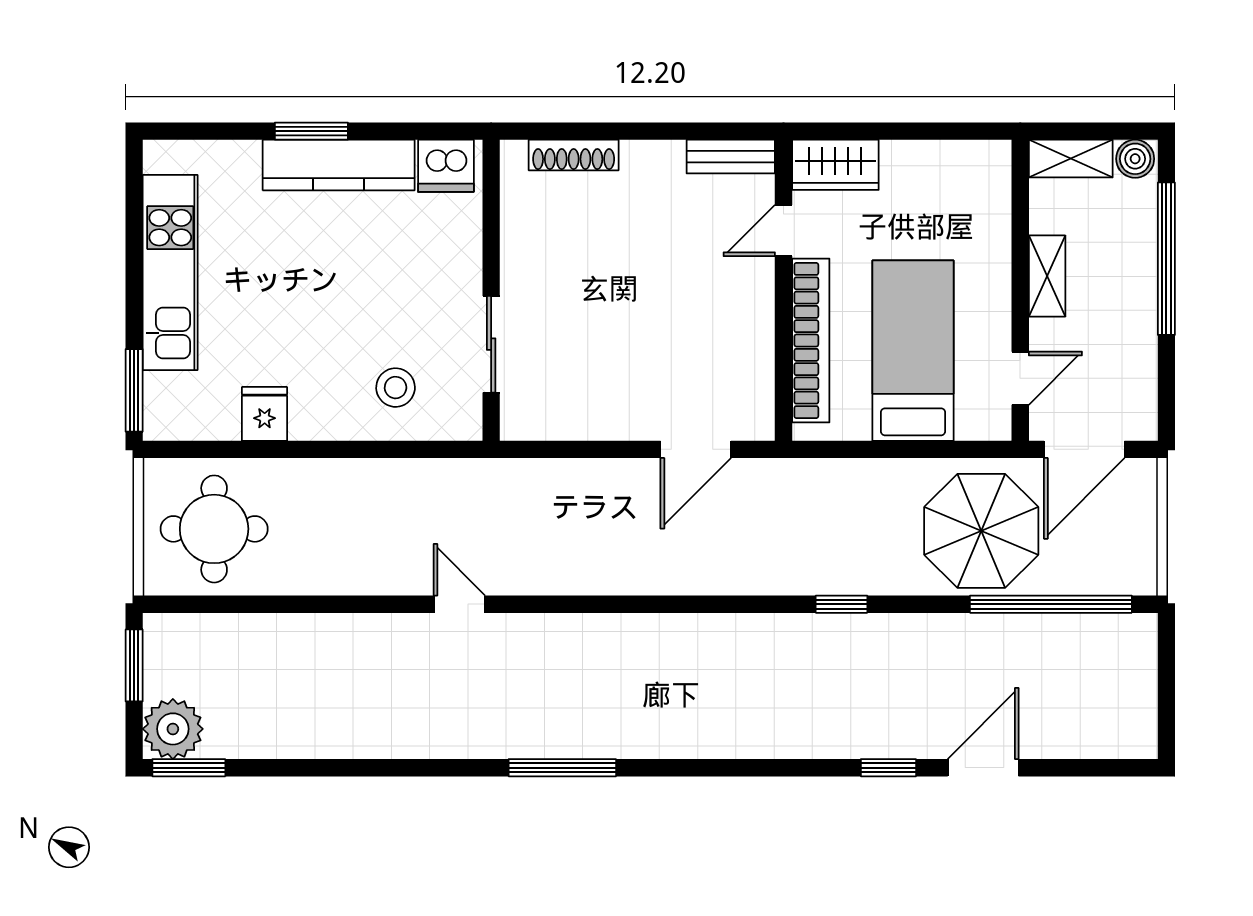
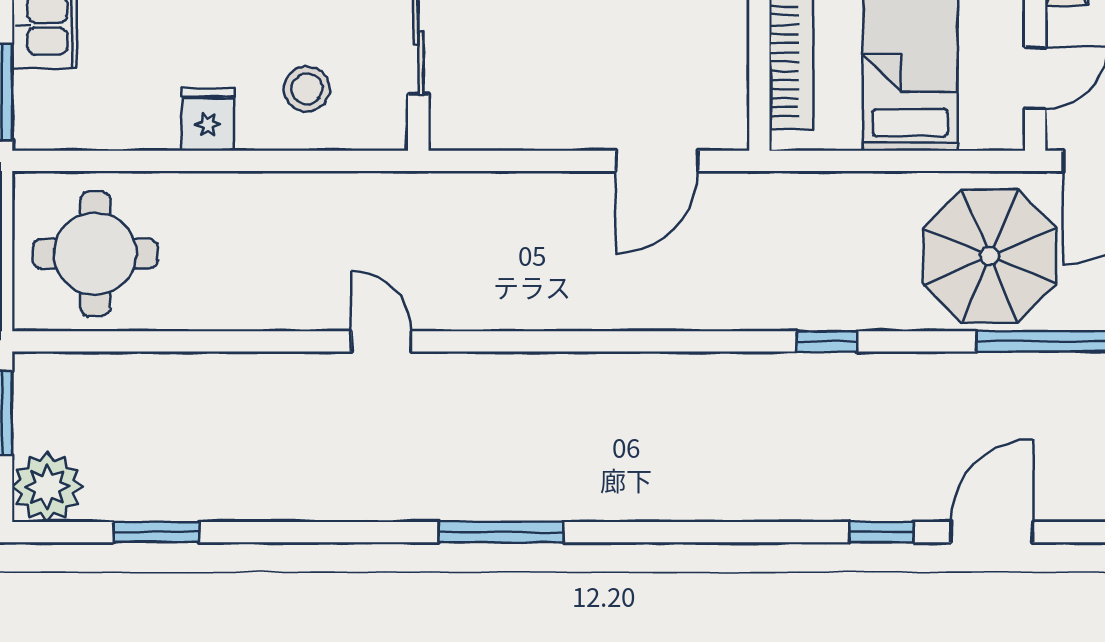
fridge: (265, 414) -> (208, 120), moved
window: (189, 768) -> (156, 532), moved

